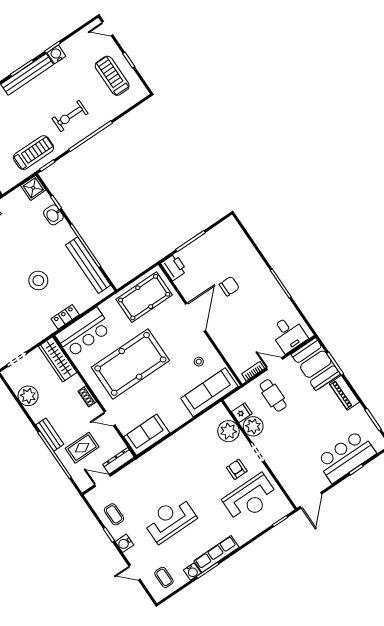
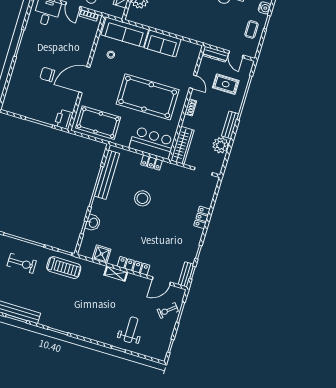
treadmill: (33, 153) -> (64, 268), turned 180
shower: (33, 188) -> (102, 254), moved
bench: (50, 435) -> (230, 125), moved
sofa: (147, 435) -> (163, 43), moved

